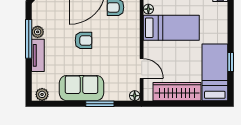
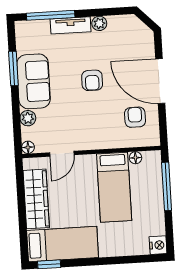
window: (29, 39) -> (51, 15), moved
window: (231, 62) -> (49, 264), moved
plant: (42, 94) -> (28, 118), moved
window: (100, 104) -> (13, 68), moved

